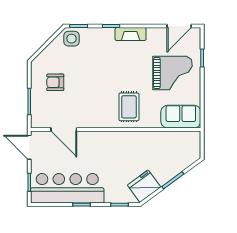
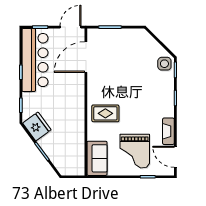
fireplace: (131, 34) -> (168, 131), moved
armchair: (55, 82) -> (127, 50), removed
door: (64, 130) -> (86, 57), width x1.36

